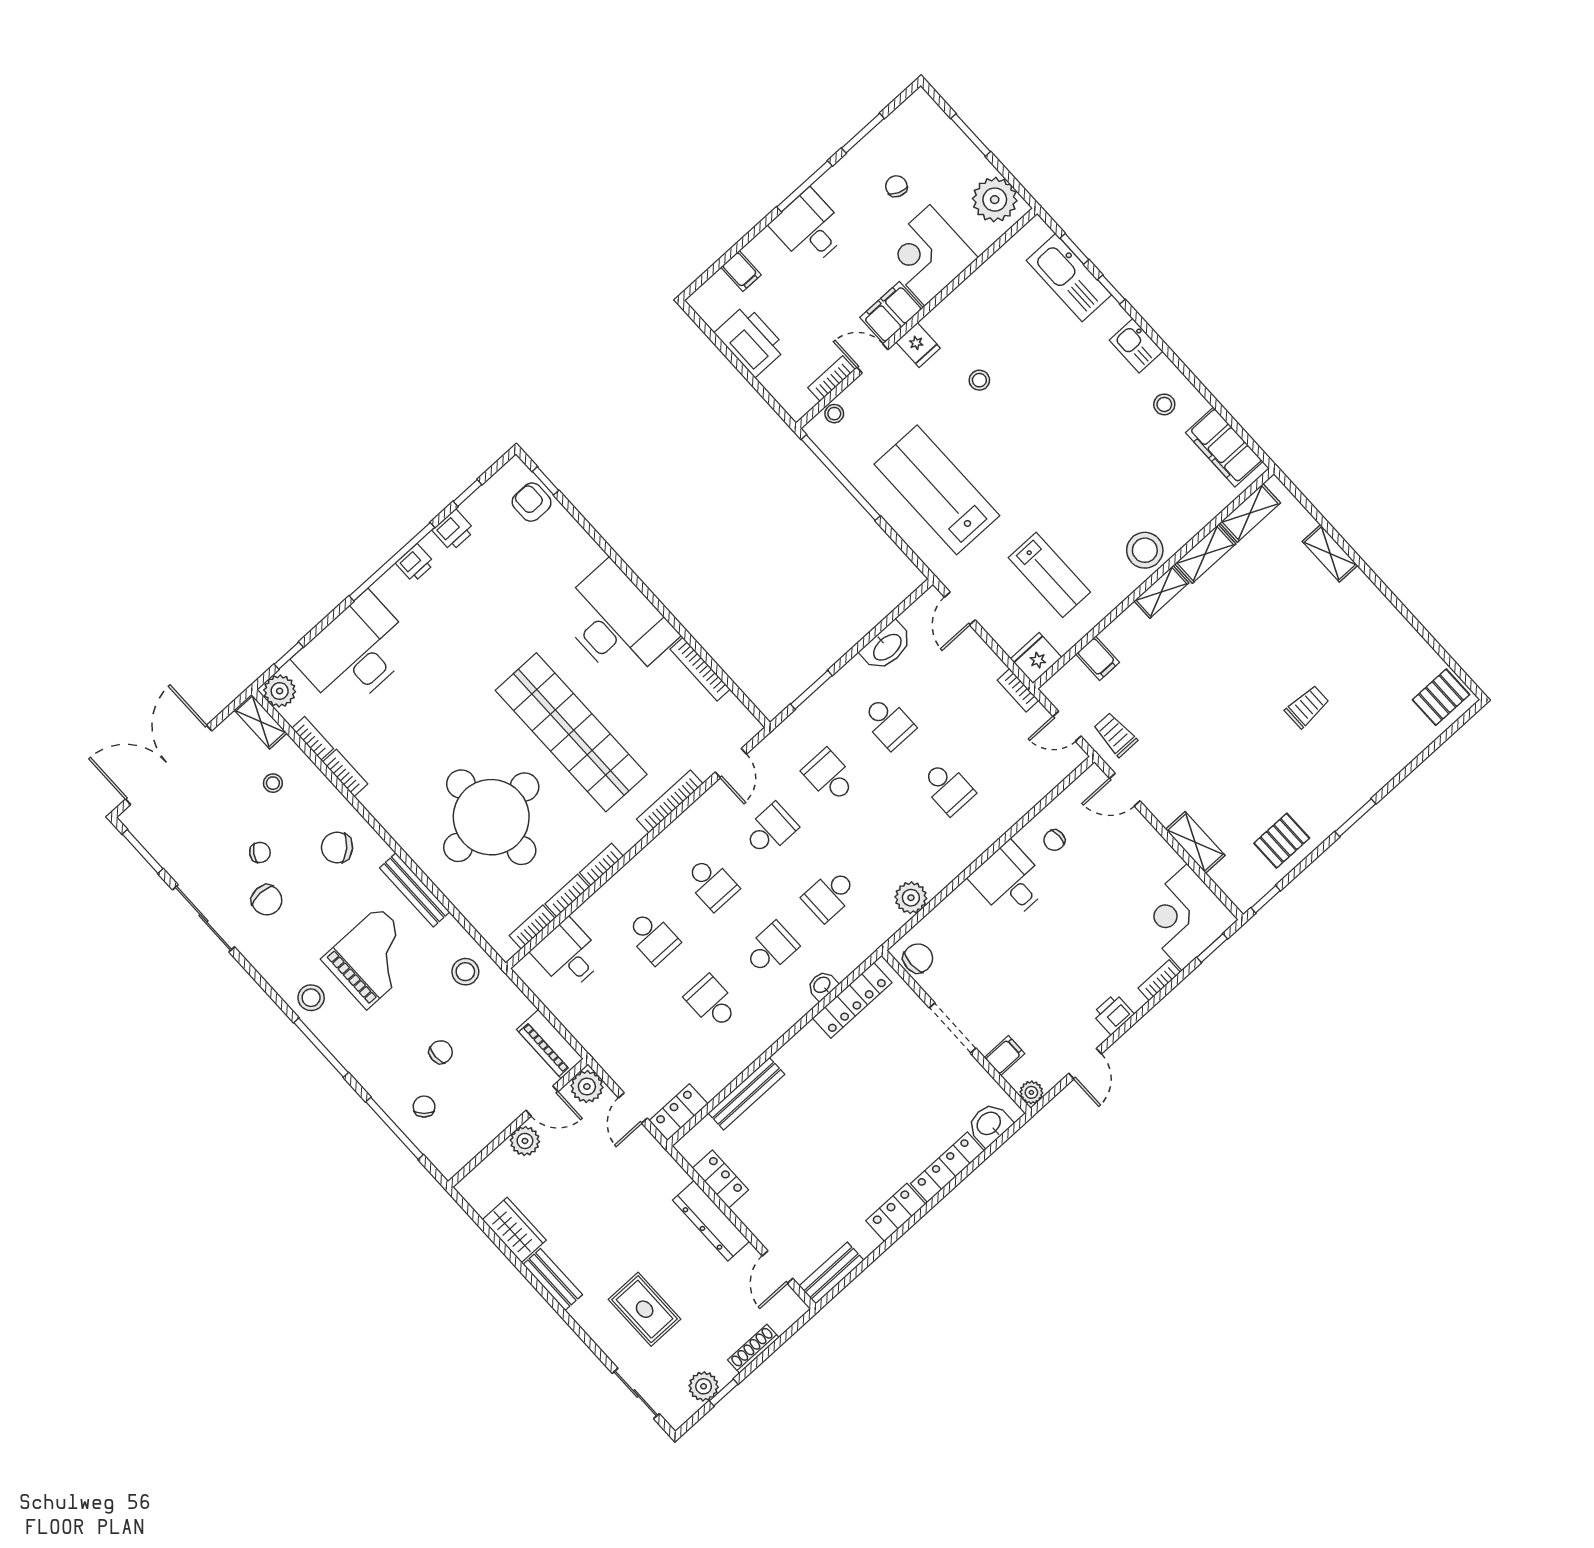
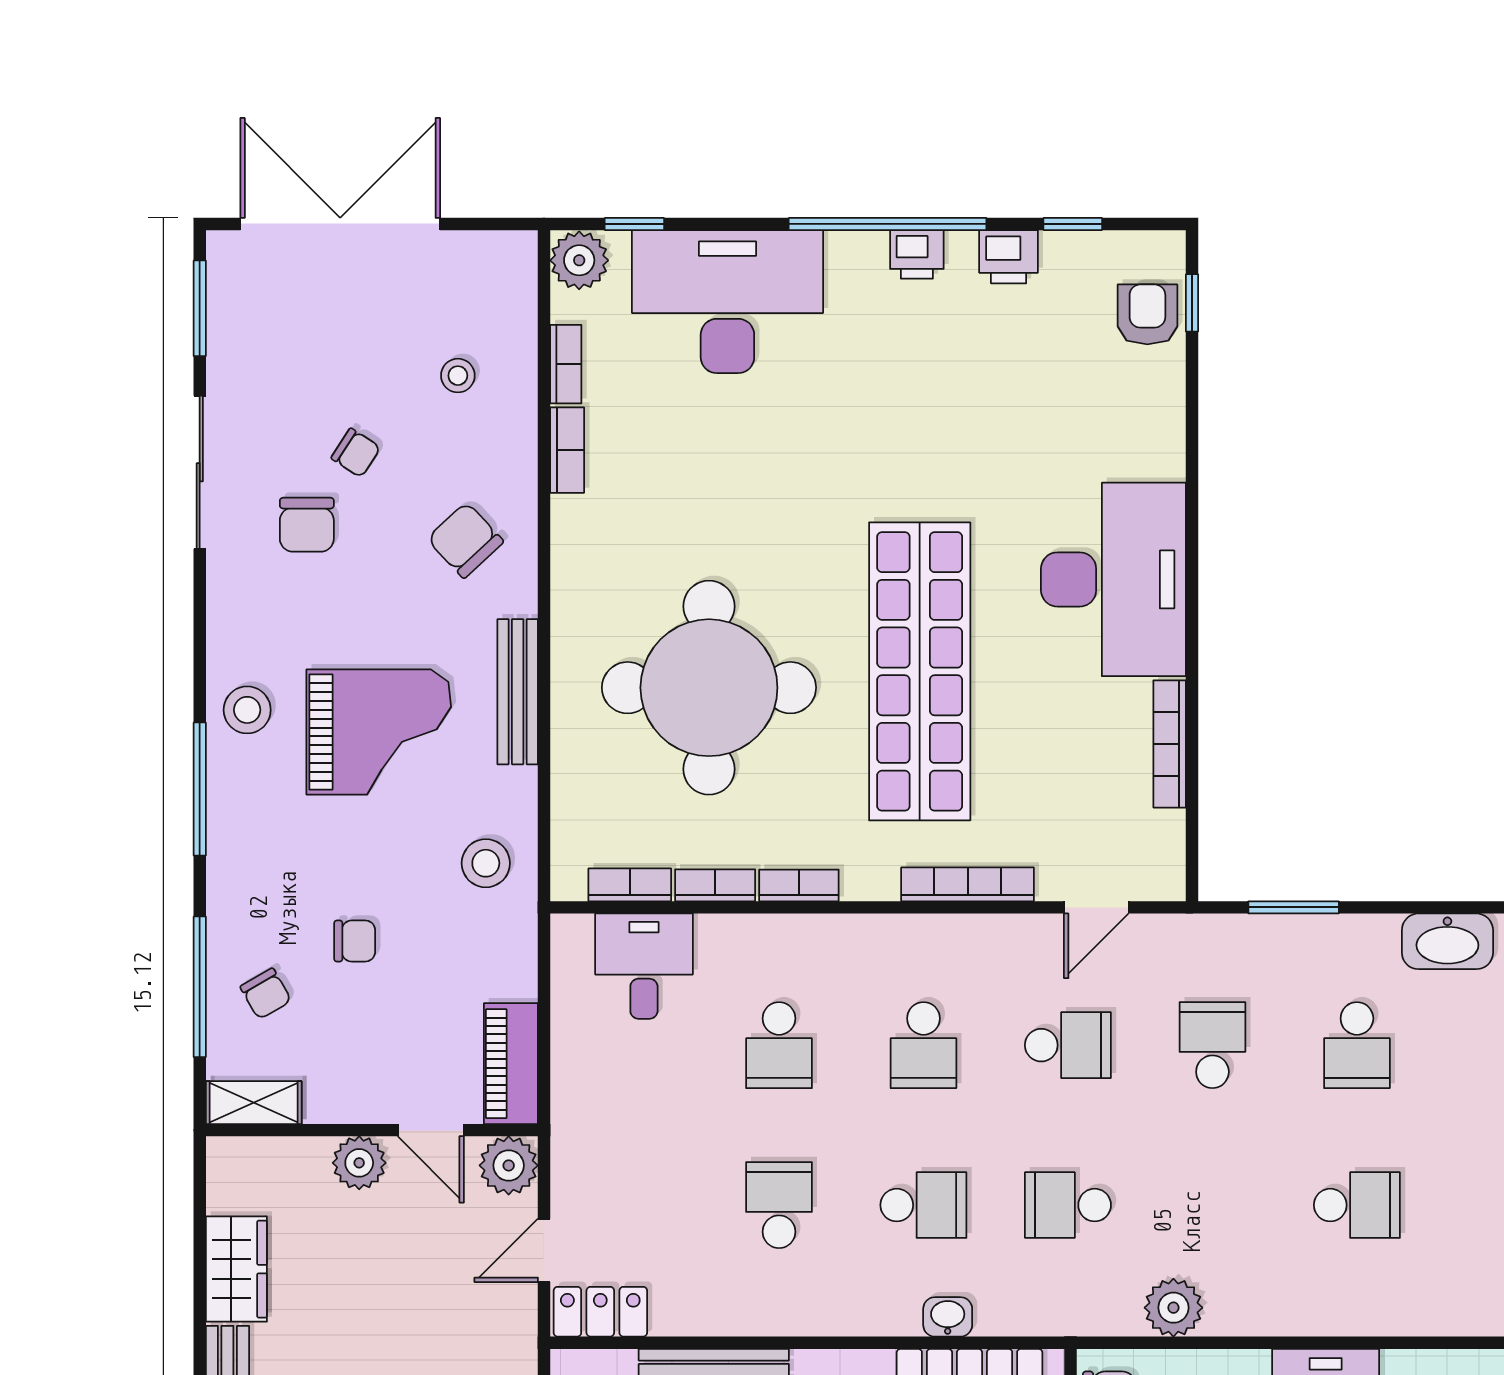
shelving: (261, 722) -> (254, 1103), moved, turned 90
school desk: (948, 788) -> (1357, 1205), turned -90
chair: (424, 1107) -> (266, 994), turned 108

